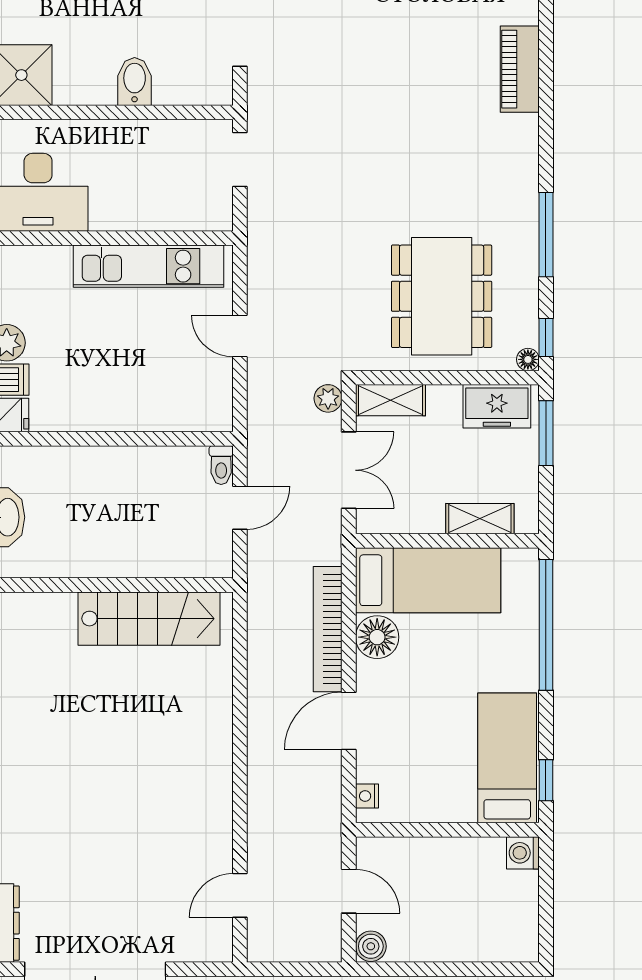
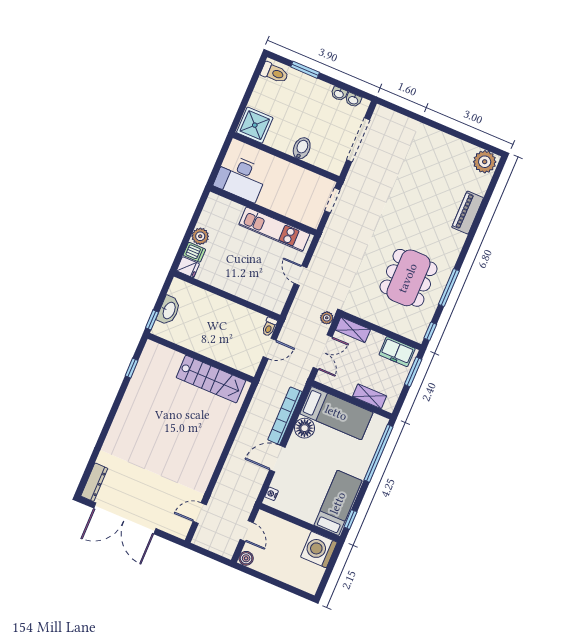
dining table: (442, 296) -> (408, 278), moved
floor lamp: (528, 359) -> (419, 337), removed
washing machine: (523, 853) -> (319, 550), width x1.89, depth x1.89

